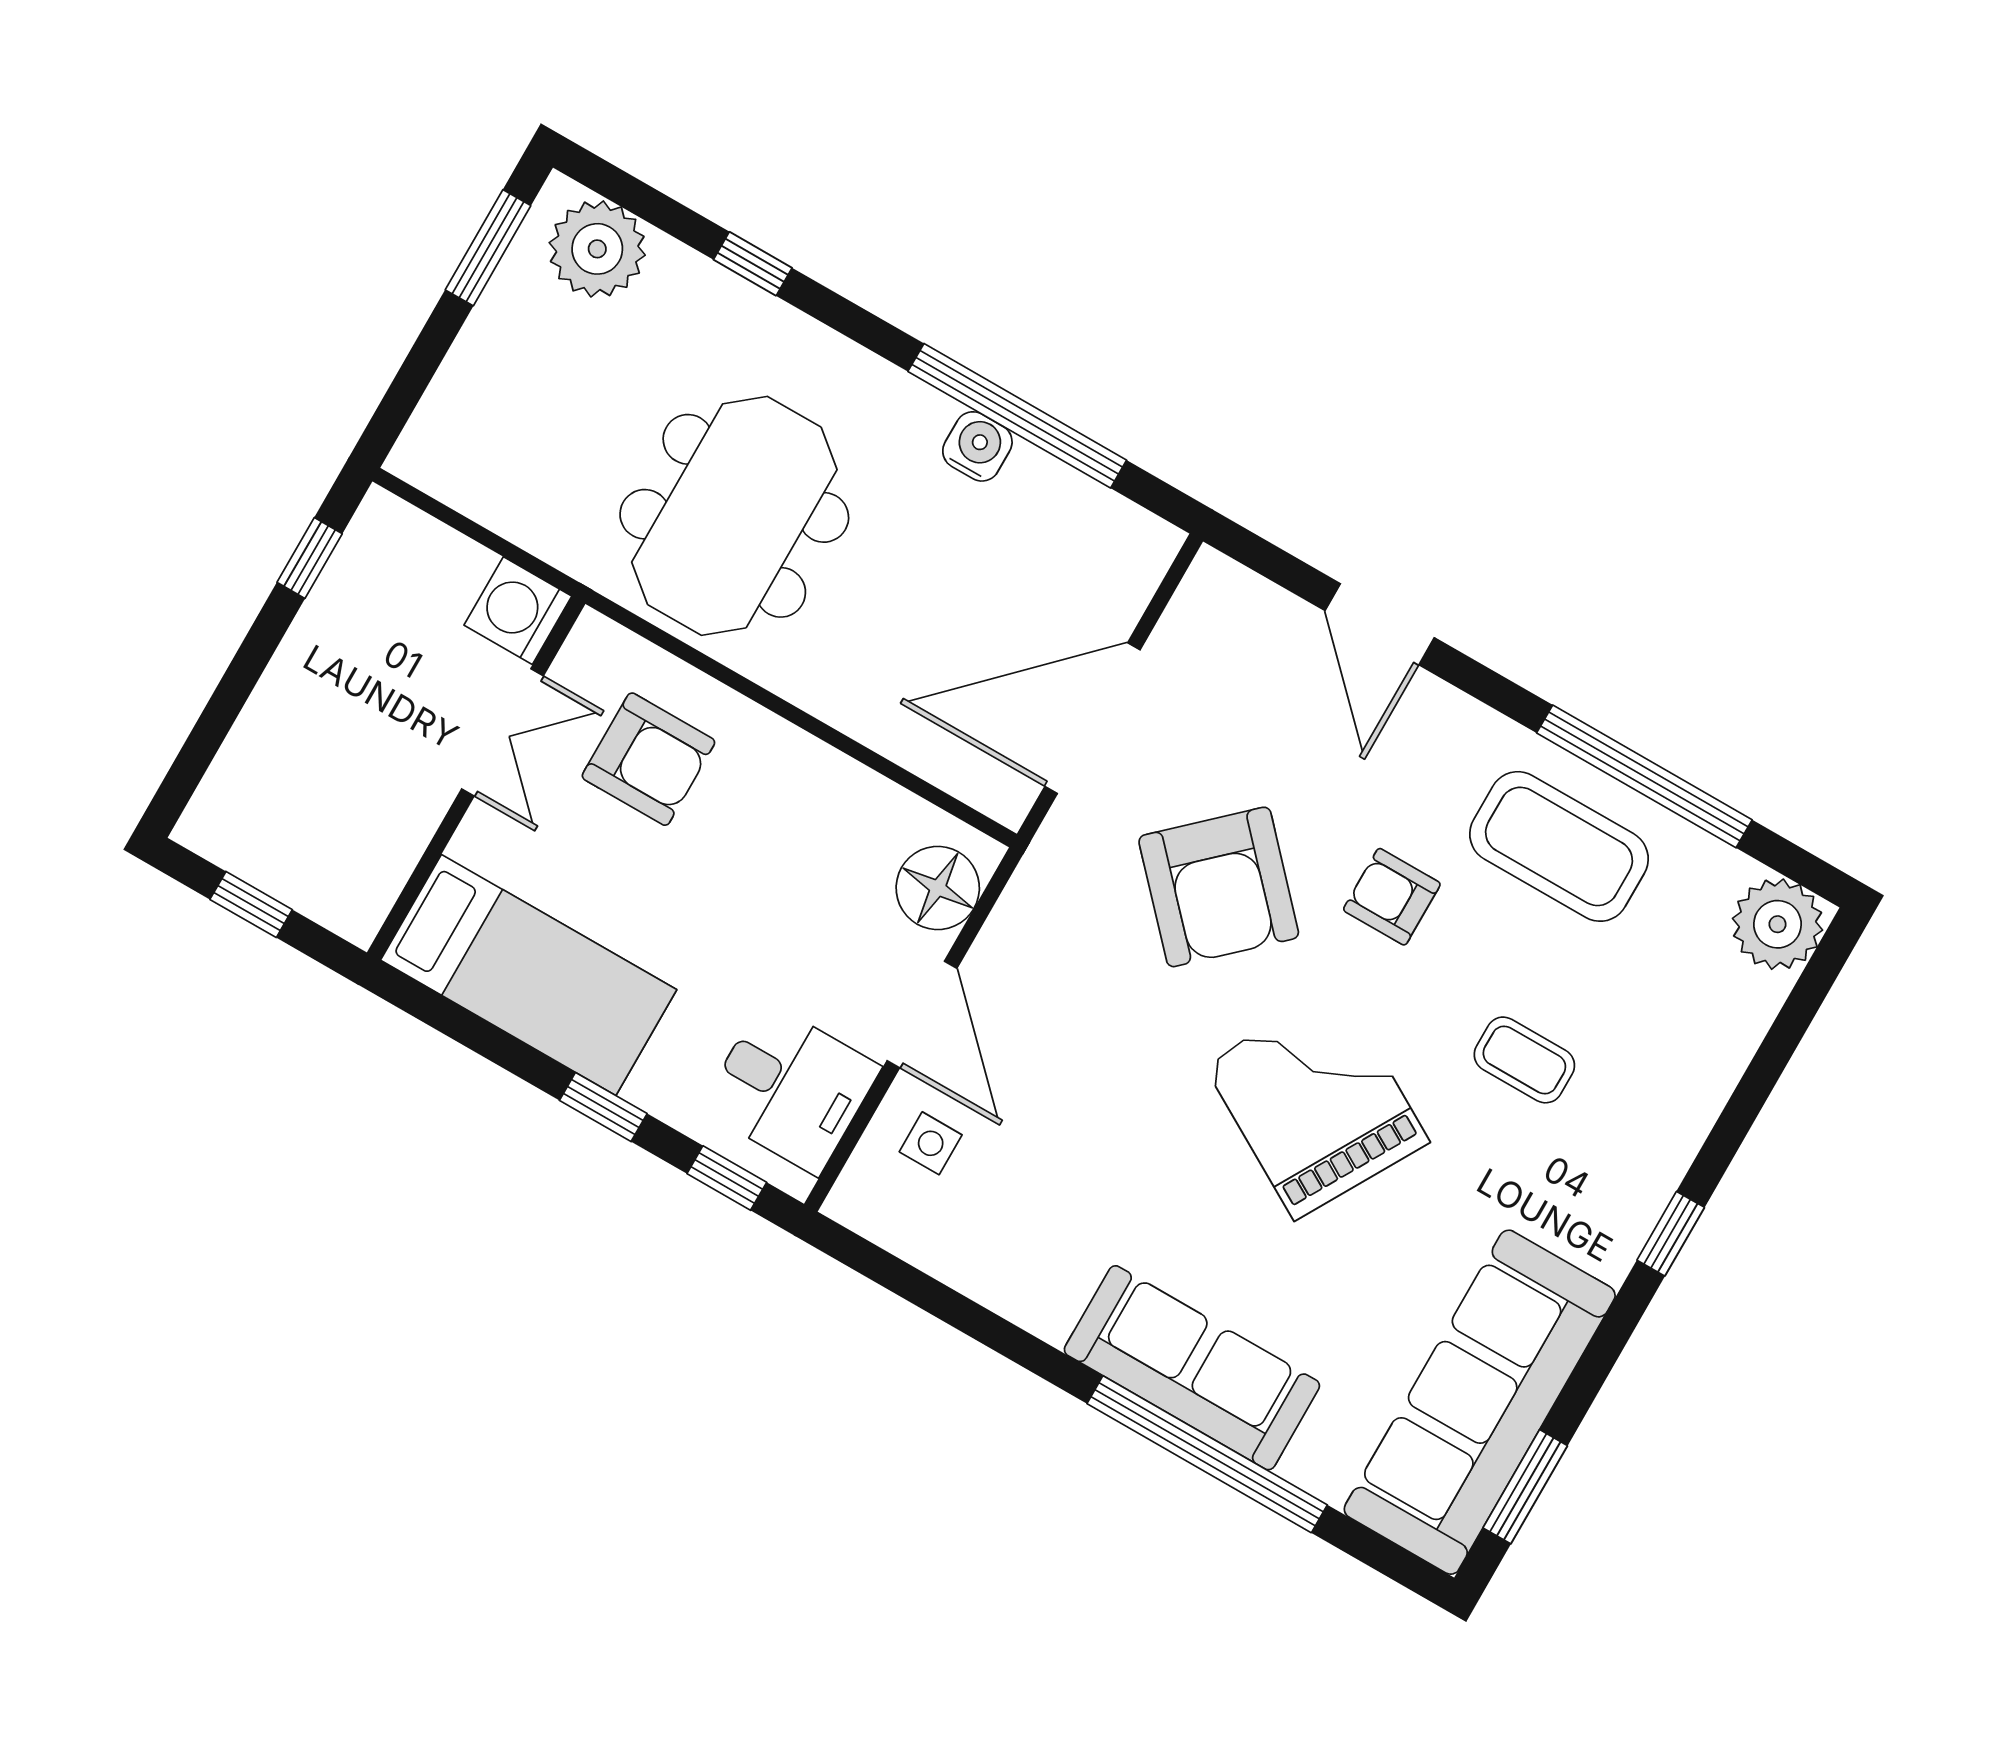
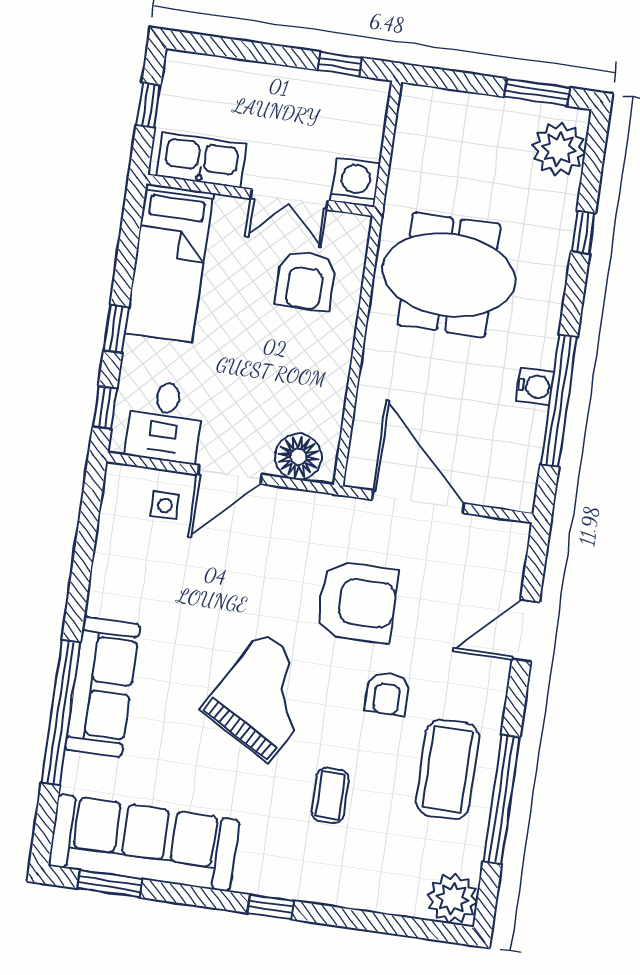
kitchen sink: (378, 853) -> (201, 160), added
armchair: (1219, 887) -> (357, 602), turned -137
armchair: (1392, 897) -> (387, 693), turned 180

